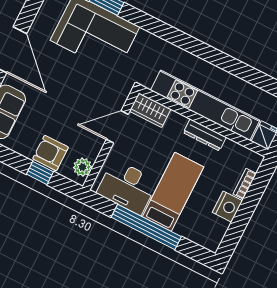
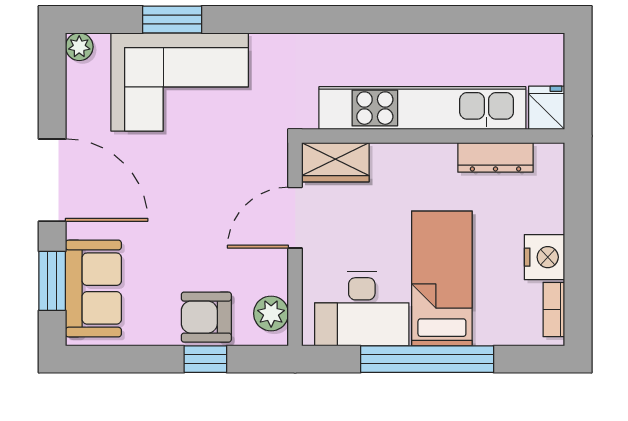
dresser: (205, 135) -> (495, 157), moved
bookcase: (245, 184) -> (554, 310), moved

